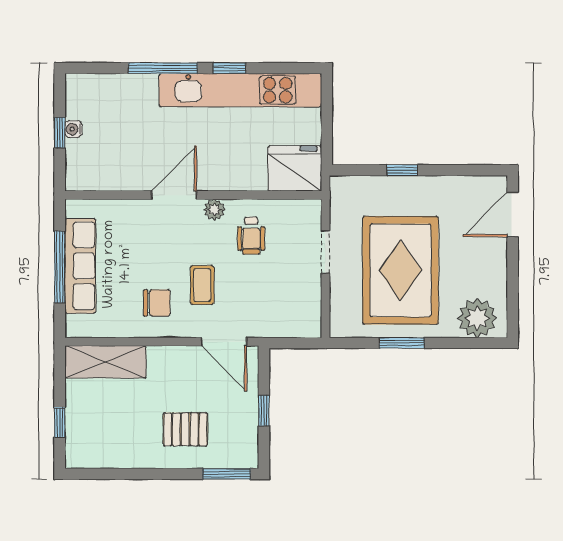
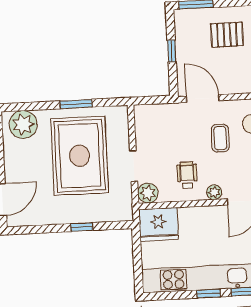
plant: (307, 213) -> (148, 193), added

